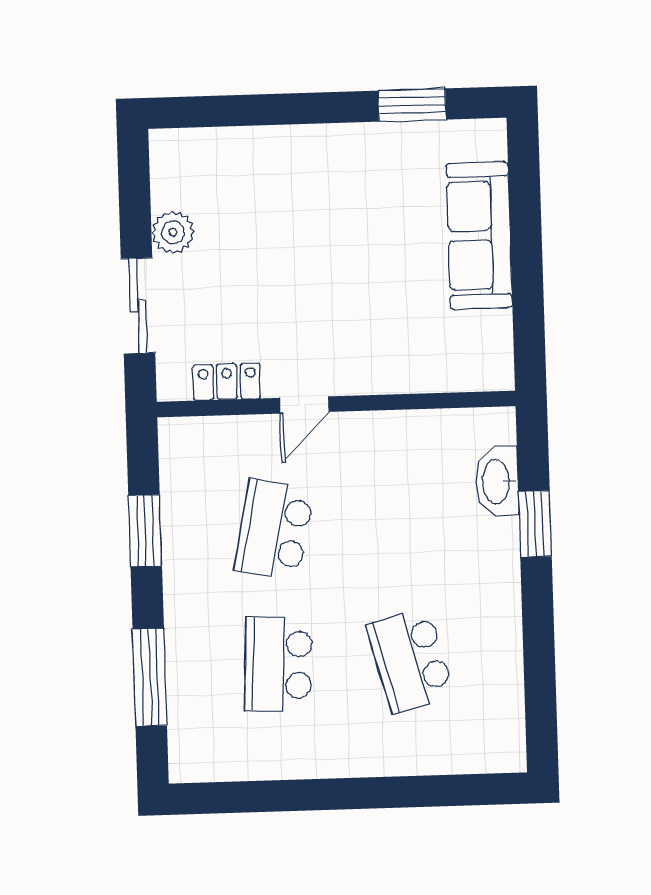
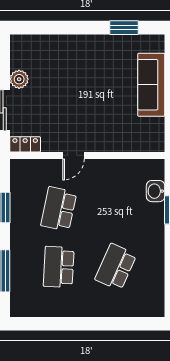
locker: (227, 382) -> (25, 144), moved
washbasin: (497, 481) -> (156, 191), width x0.72
school desk: (410, 660) -> (116, 267), turned 39

